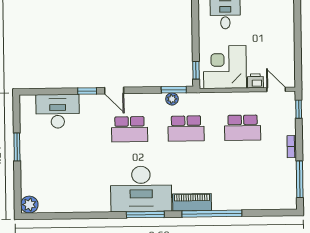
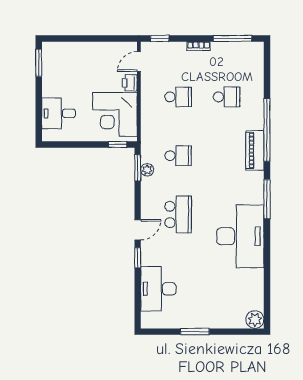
school desk: (186, 128) -> (178, 156), width x0.54
school desk: (243, 128) -> (178, 97), width x0.54
school desk: (243, 174) -> (226, 97), added
desk: (141, 189) -> (240, 236), moved

